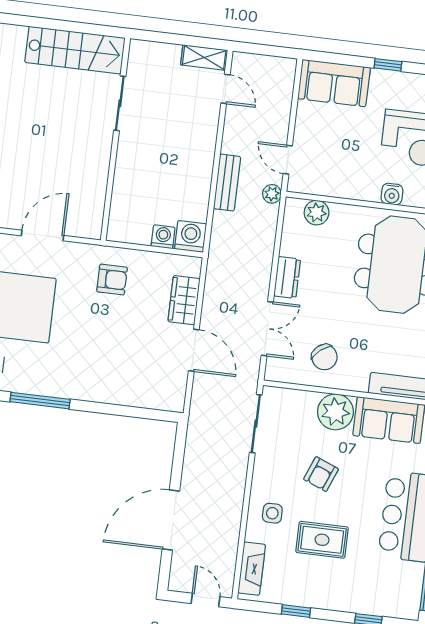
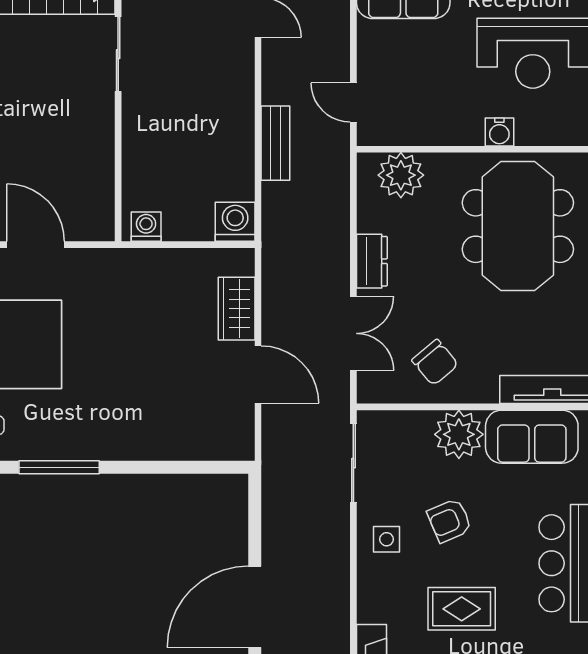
plant: (272, 194) -> (338, 151), removed
plant: (317, 213) -> (401, 175), width x1.36, depth x1.36
door: (43, 236) -> (36, 245), hinge flipped
washing machine: (163, 237) -> (146, 227), moved
armchair: (112, 280) -> (136, 293), removed
armchair: (321, 474) -> (449, 520), turned 45
side table: (272, 513) -> (387, 539), moved

